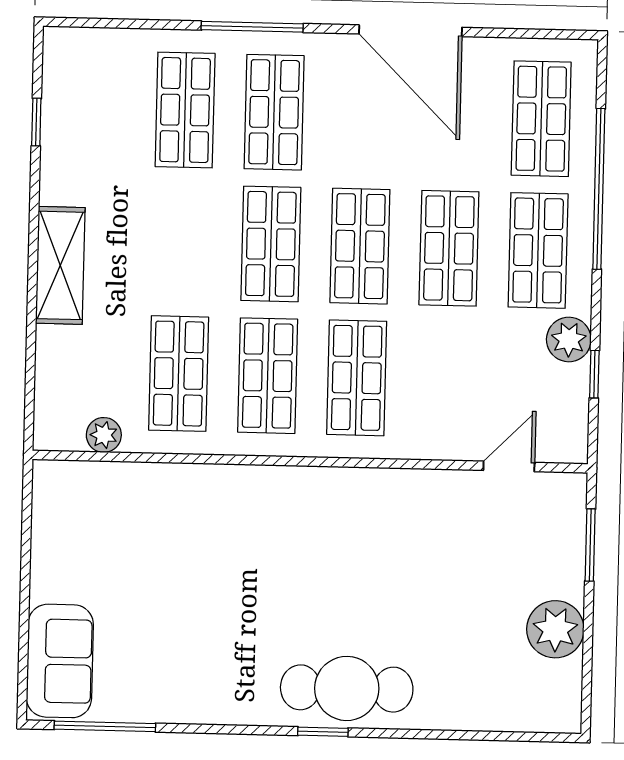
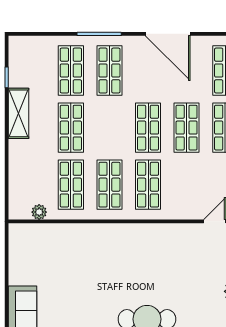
shop shelf: (271, 244) -> (71, 128), moved
shelving: (60, 265) -> (19, 113), moved

